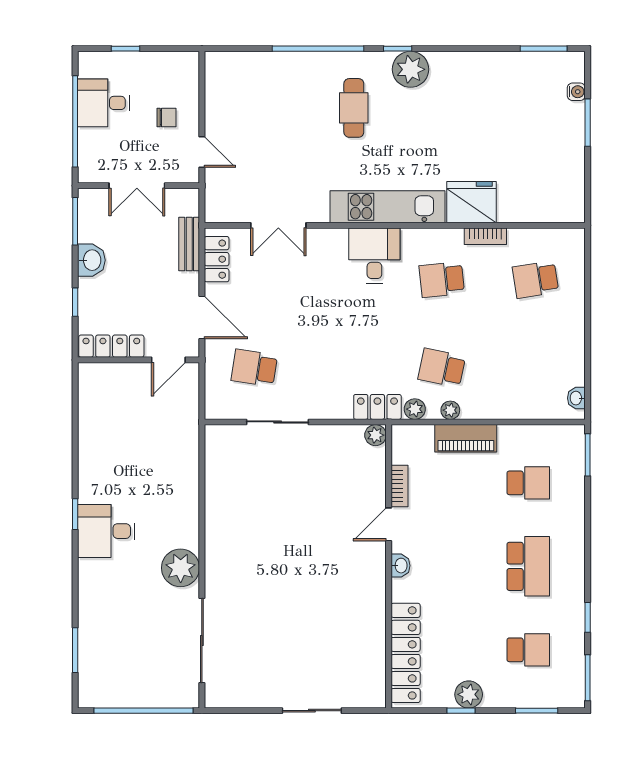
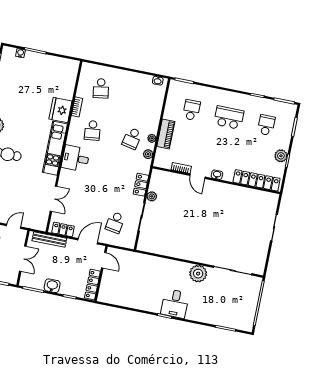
bench: (189, 244) -> (49, 240), width x1.36
locker: (377, 407) -> (141, 185), moved
plant: (375, 435) -> (152, 196), moved

